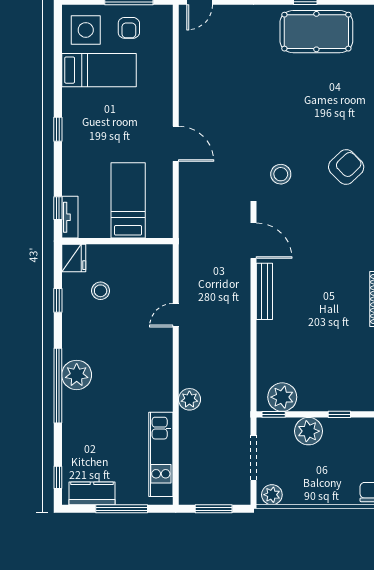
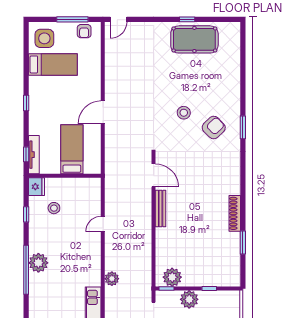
armchair: (129, 28) -> (84, 31), moved
door: (176, 144) -> (103, 112), swing flipped
stool: (281, 174) -> (184, 113), moved
tv unit: (70, 217) -> (34, 155), width x1.41

